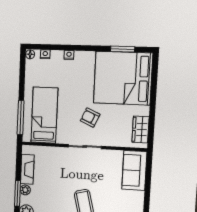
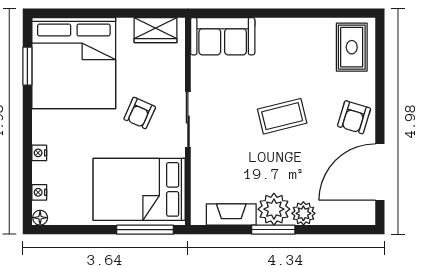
bed: (44, 115) -> (139, 189), width x1.50
plant: (25, 190) -> (274, 209), width x1.88, depth x1.88

